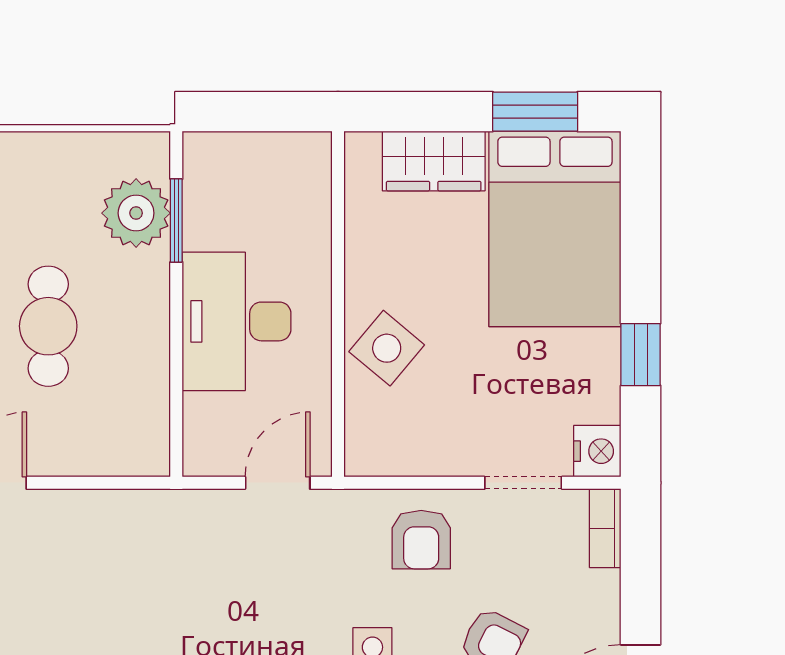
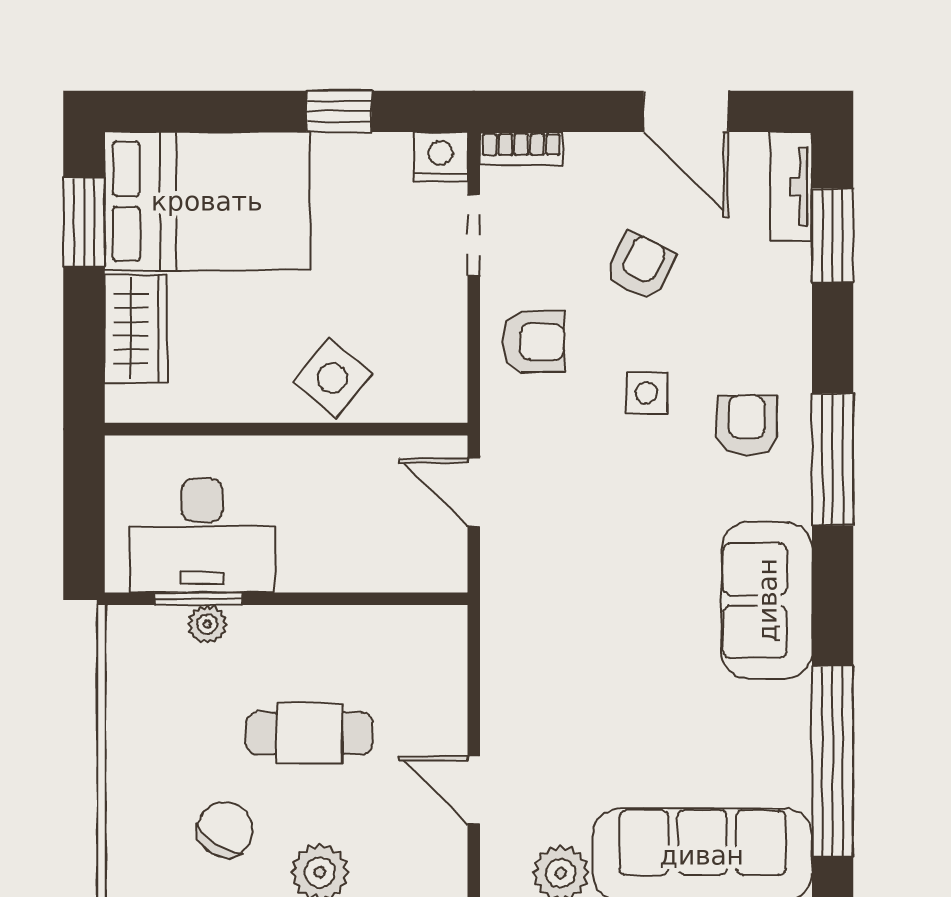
plant: (136, 213) -> (207, 624), width x0.53, depth x0.53
desk: (237, 321) -> (202, 536), moved

